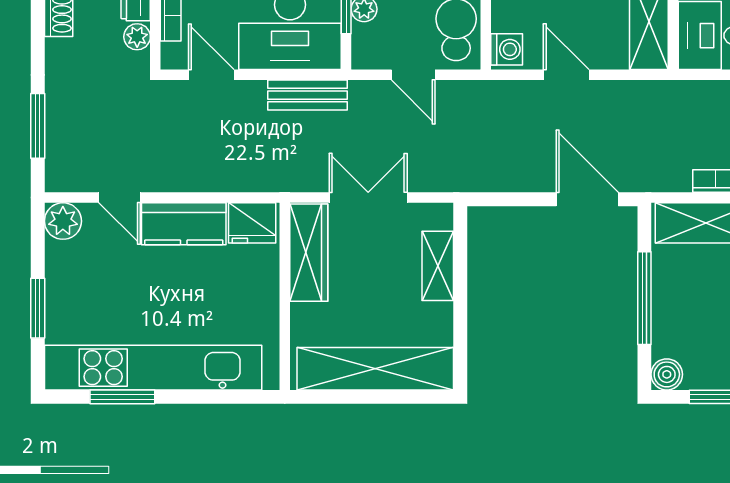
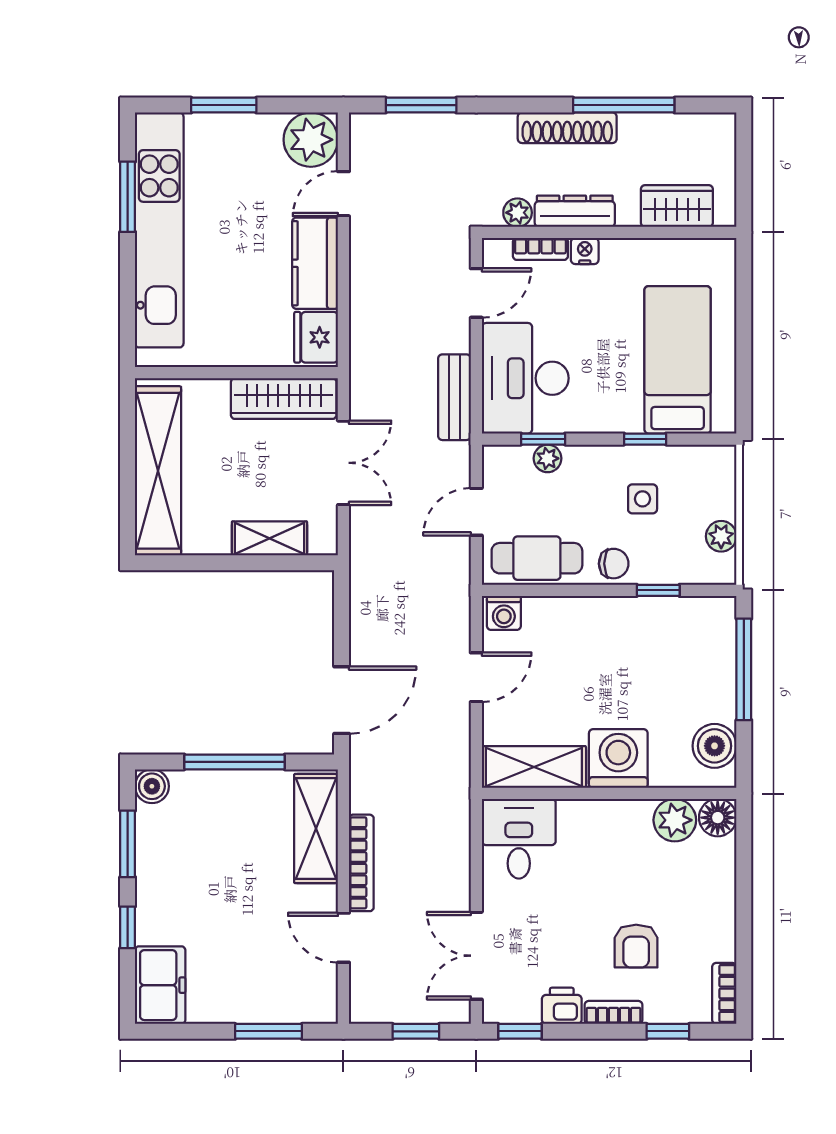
plant: (63, 221) -> (311, 140), width x1.36, depth x1.36

